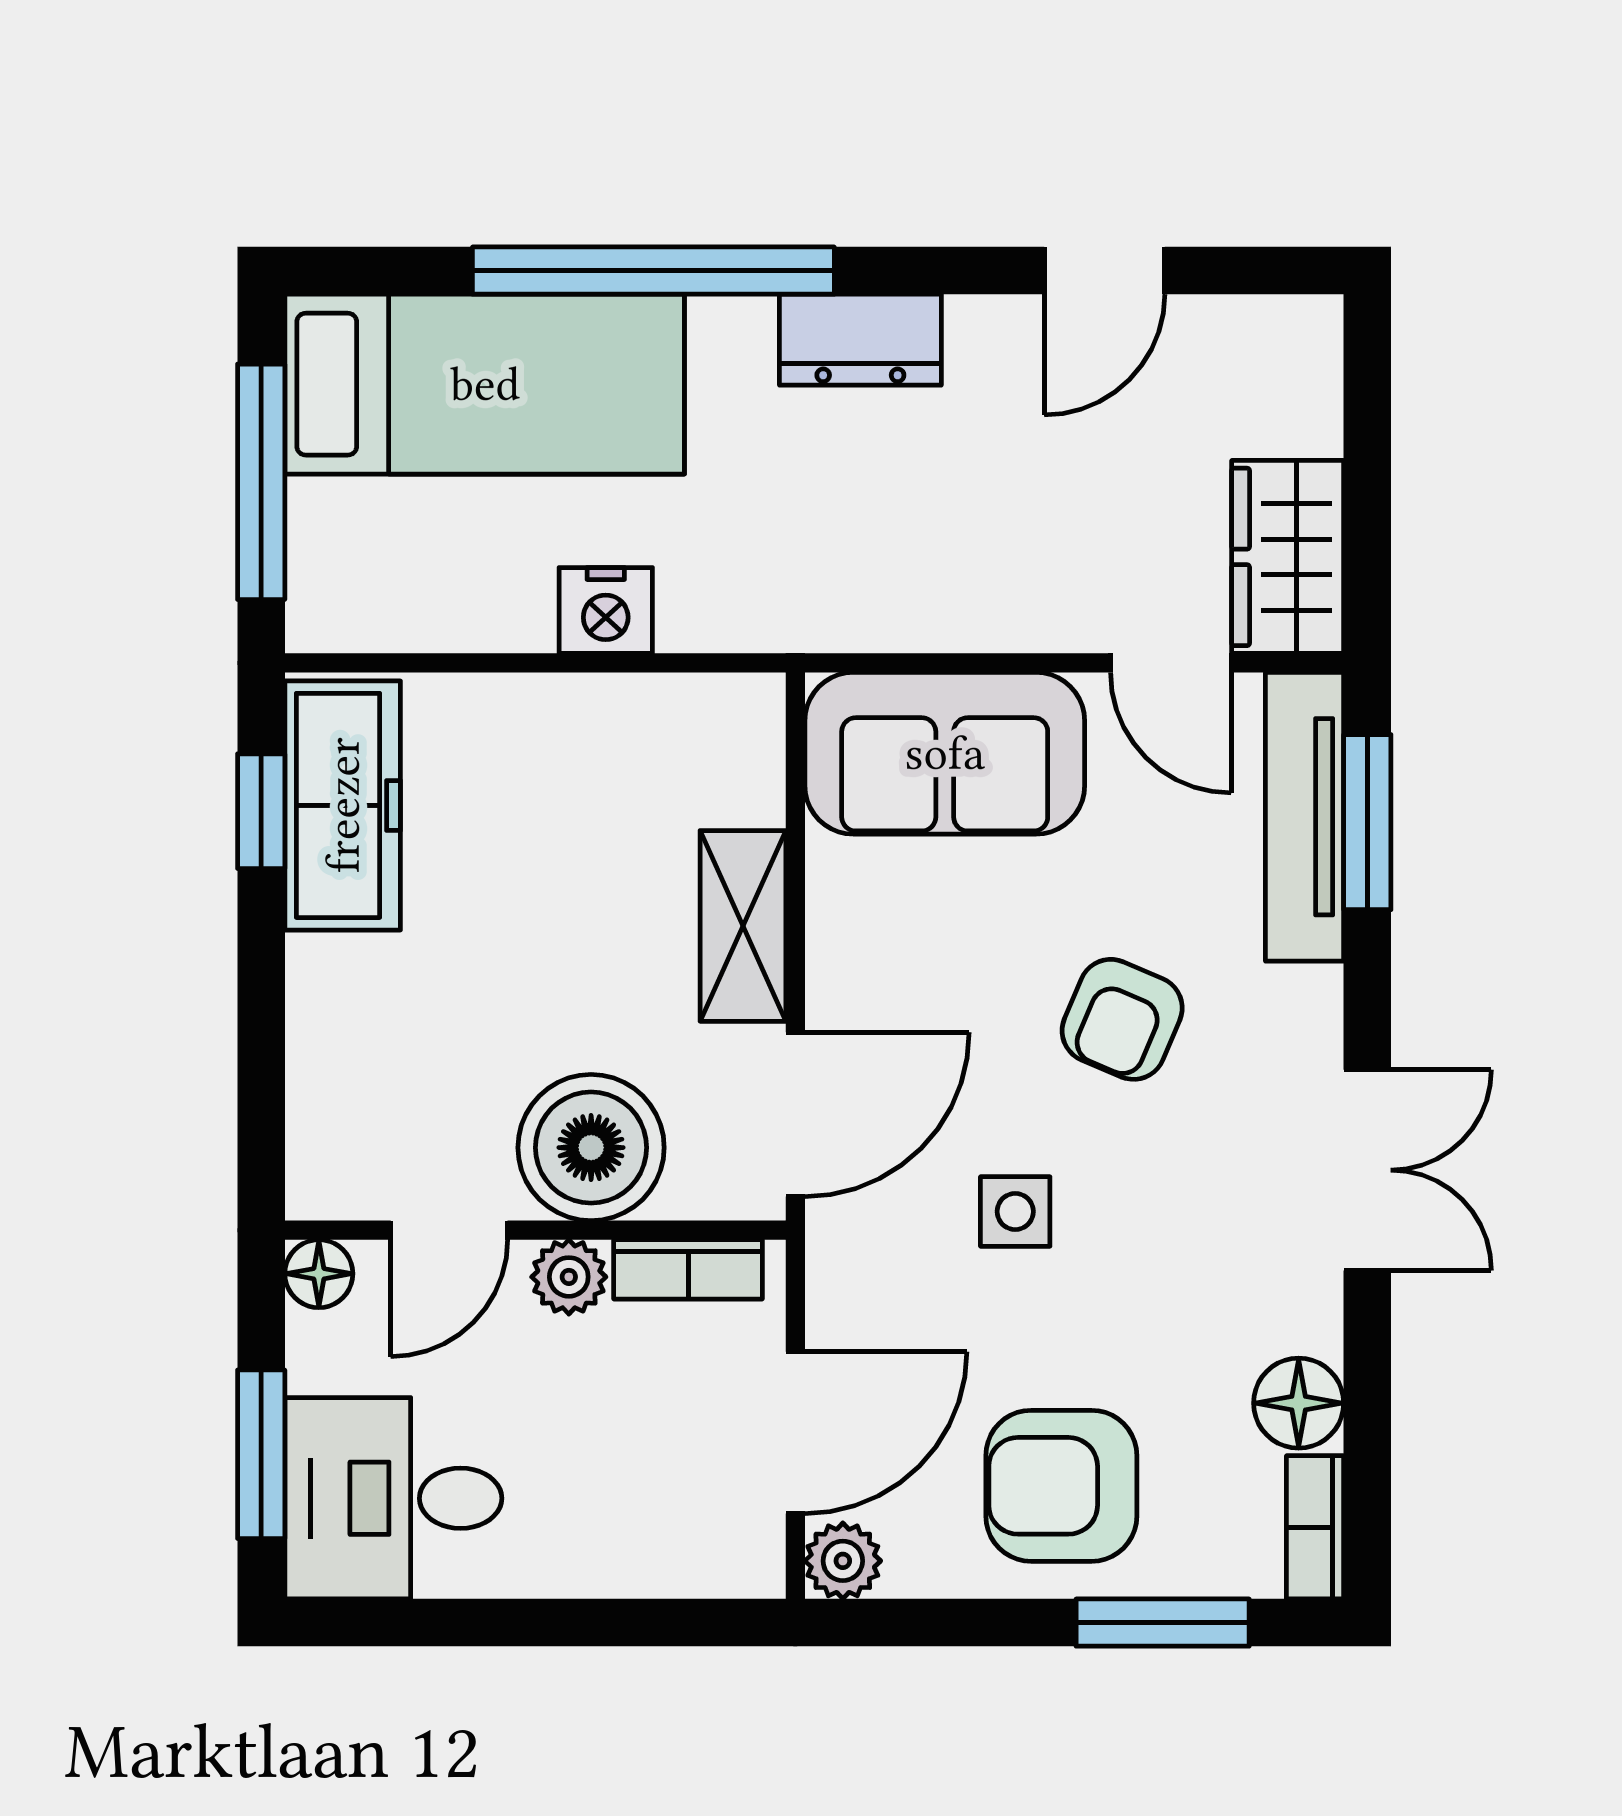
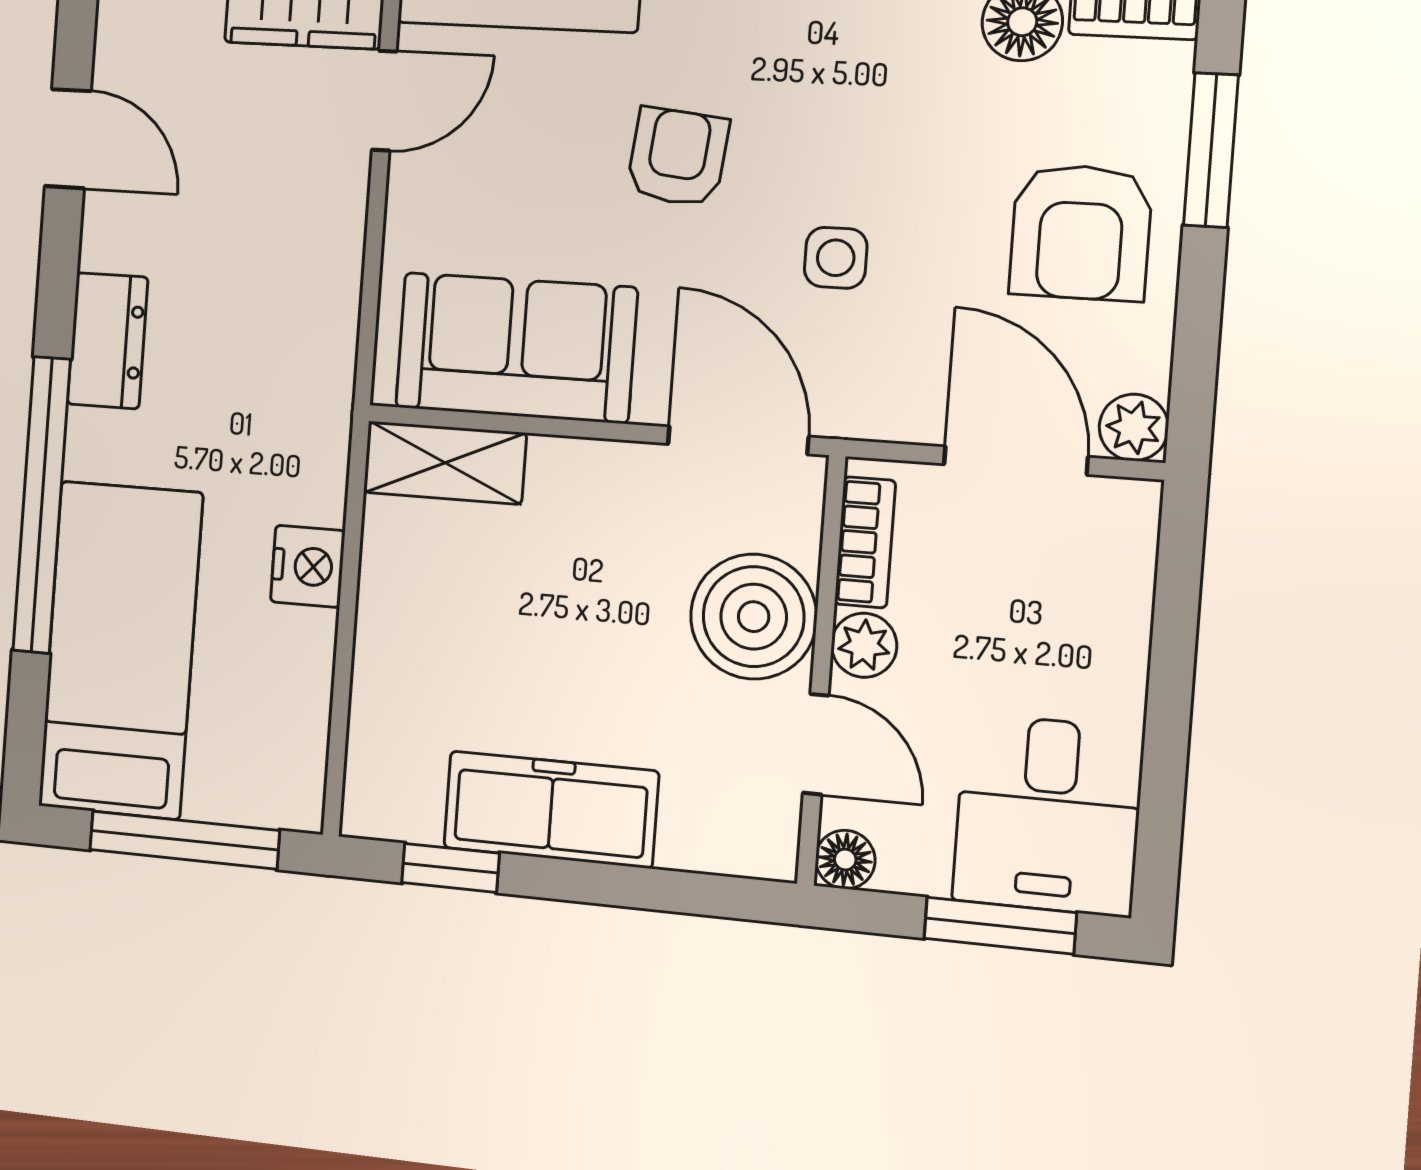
sofa: (945, 753) -> (516, 348), moved, turned -90
freezer: (343, 805) -> (551, 810), moved
shelving: (743, 926) -> (445, 463), moved
armchair: (1122, 1019) -> (678, 157), turned -107

